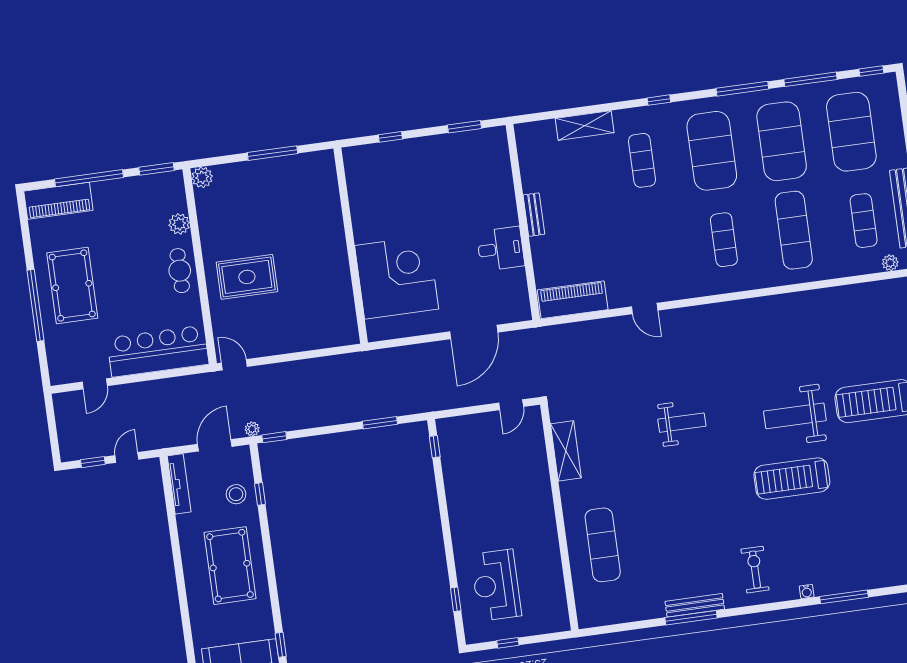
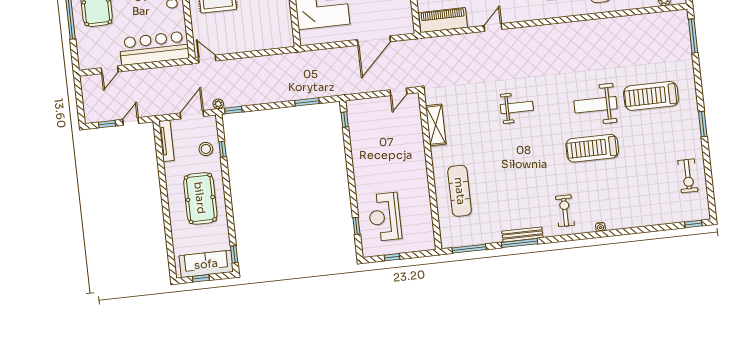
door: (645, 309) -> (493, 27), swing flipped
window: (844, 597) -> (469, 249), moved

